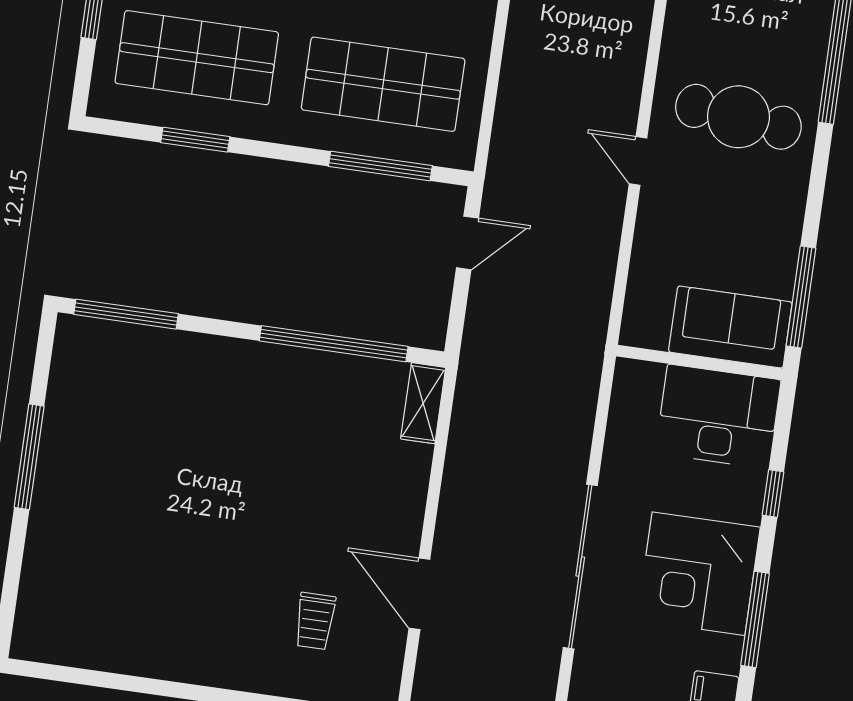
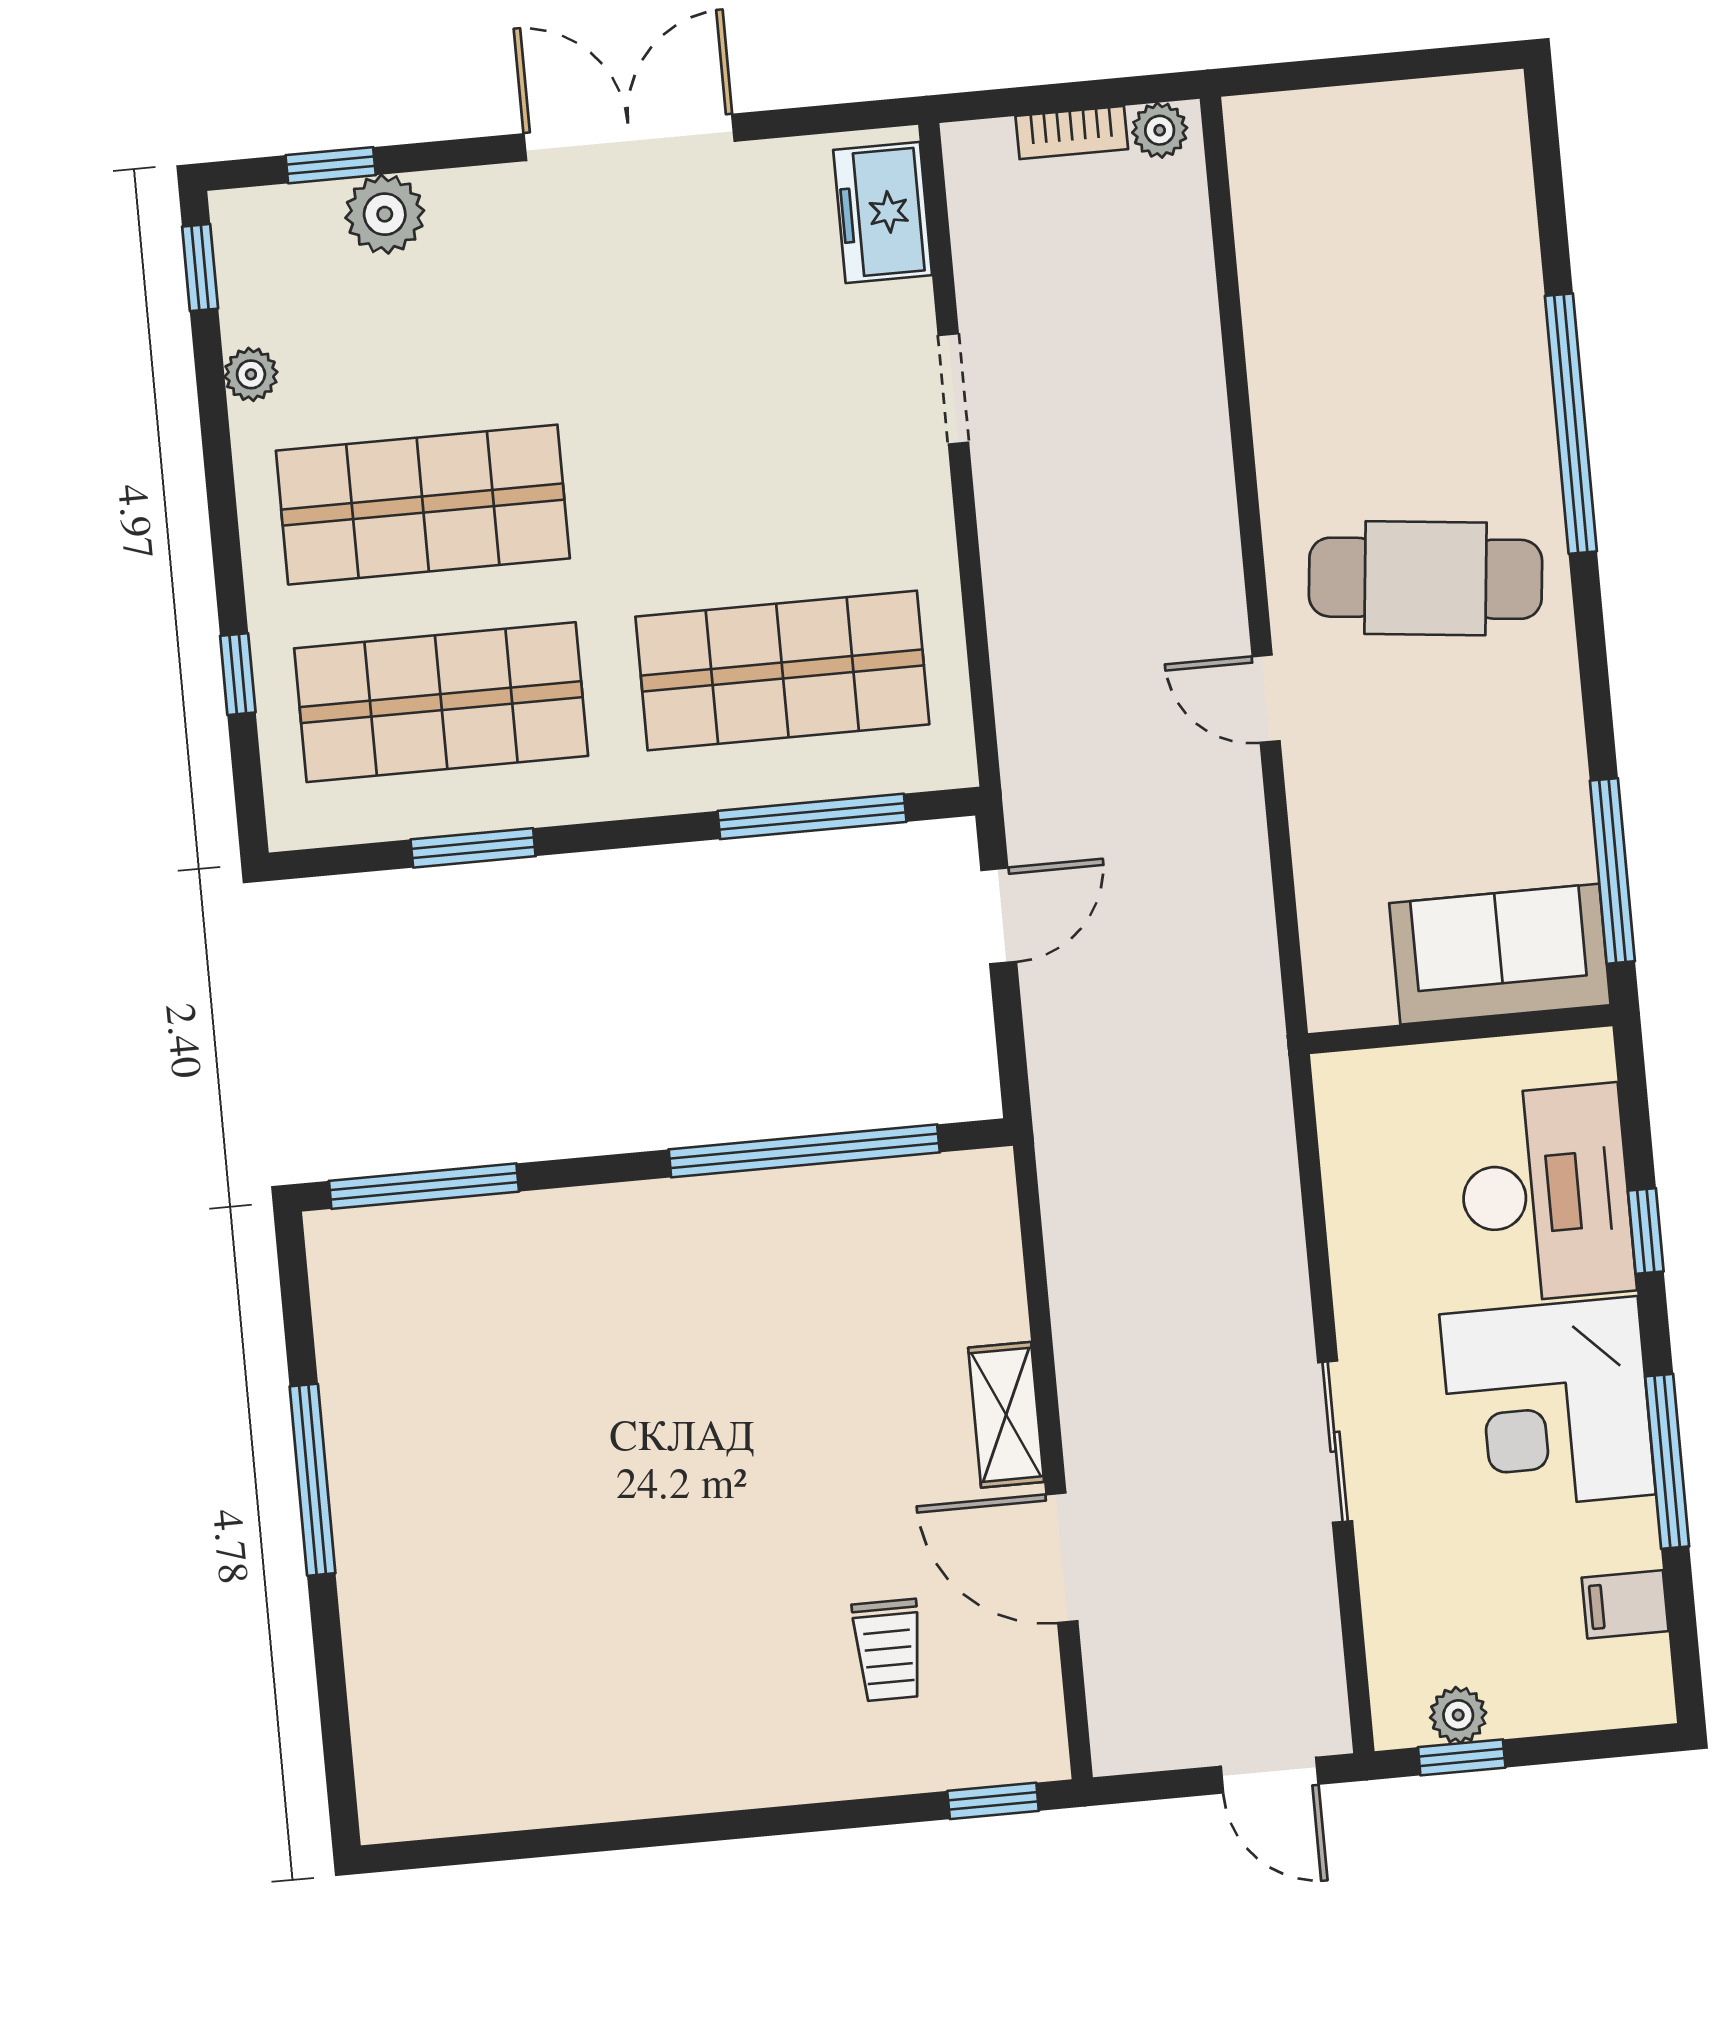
shelving: (423, 403) -> (1006, 1415), moved
desk: (718, 416) -> (1546, 1194), moved, turned 90
sliding door: (580, 567) -> (1335, 1442), width x0.54

